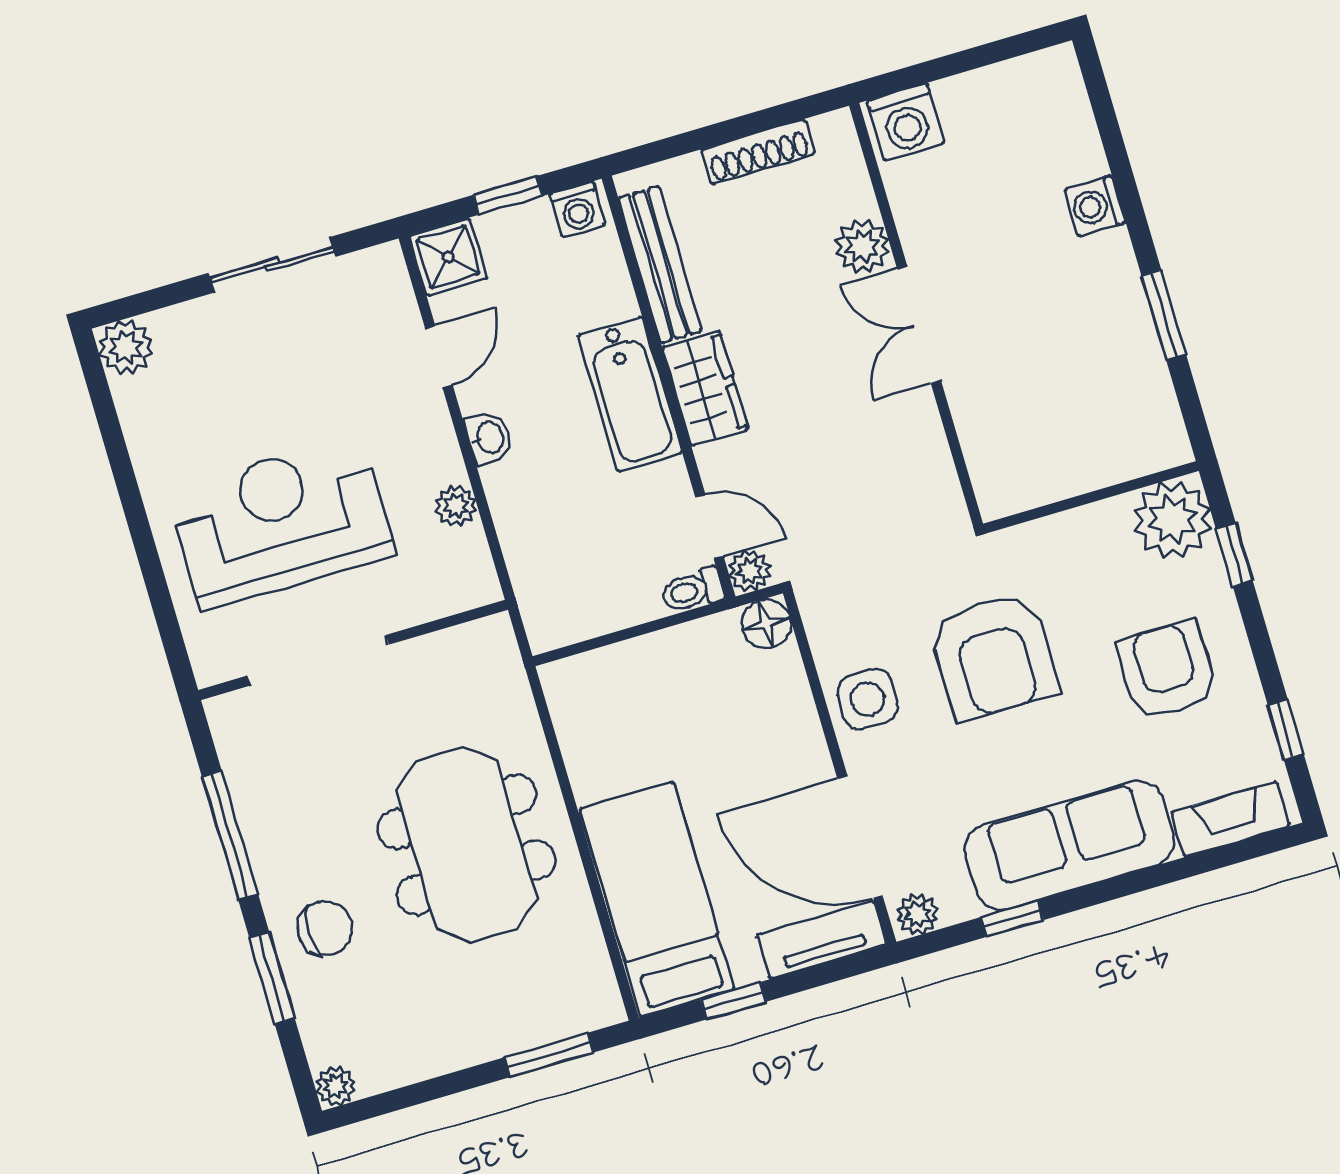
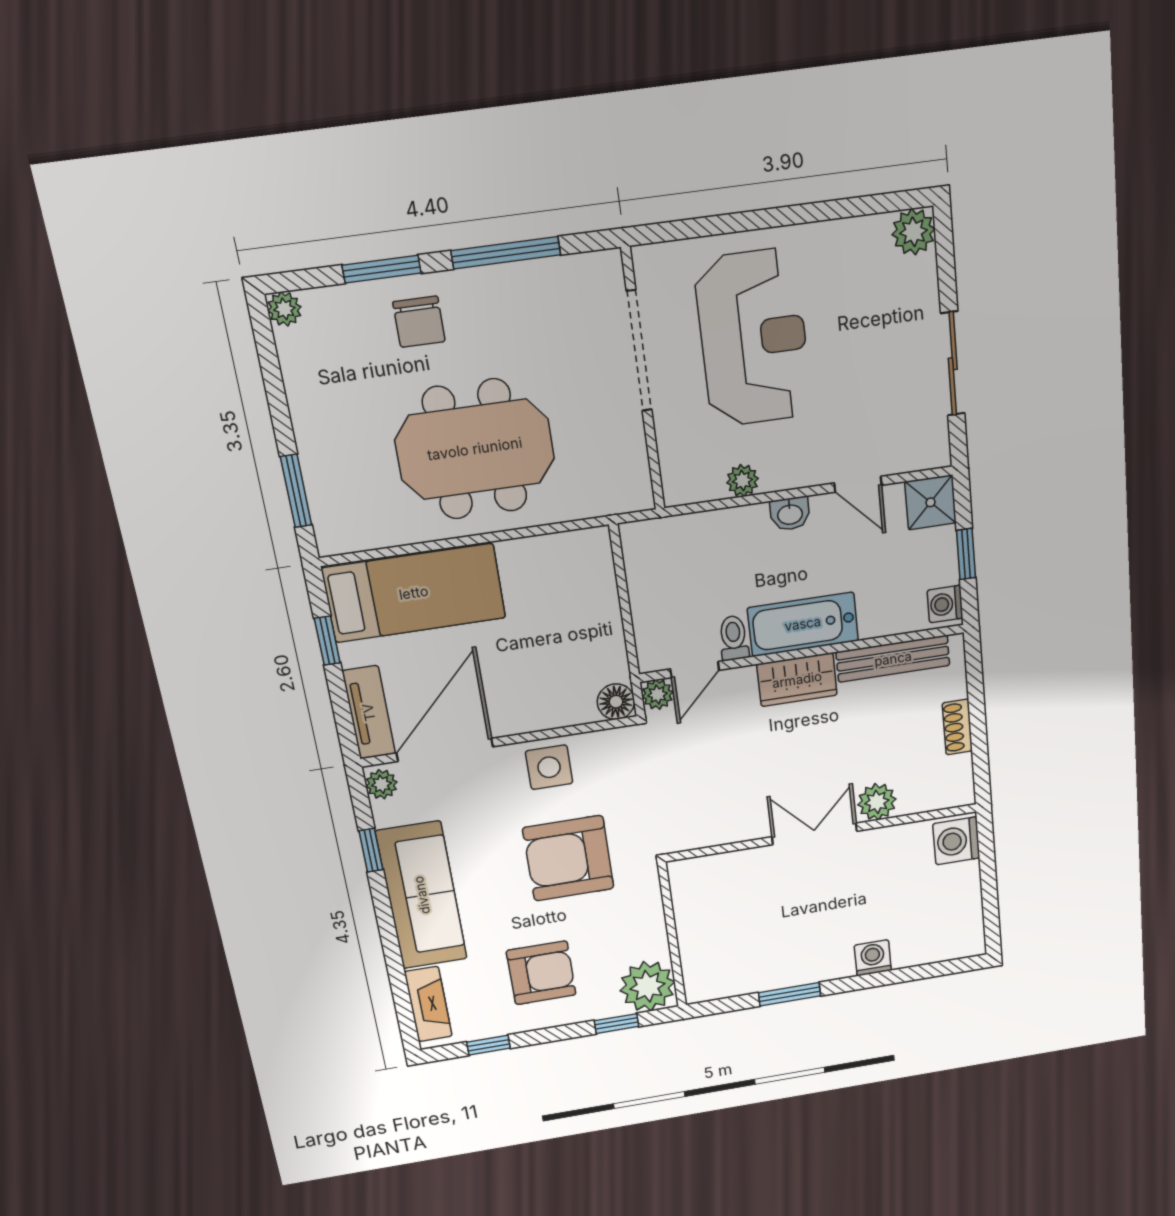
shoe rack: (758, 152) -> (957, 727), width x0.70
toilet: (692, 590) -> (734, 638), moved

